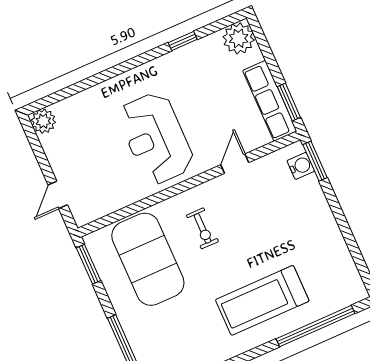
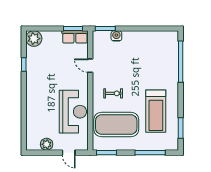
row of seats: (270, 101) -> (75, 37), width x0.68
plant: (43, 121) -> (47, 144), moved
reception desk: (156, 138) -> (73, 112), moved, turned -90
water cooler: (301, 166) -> (116, 36), moved
treadmill: (262, 300) -> (156, 111), moved

